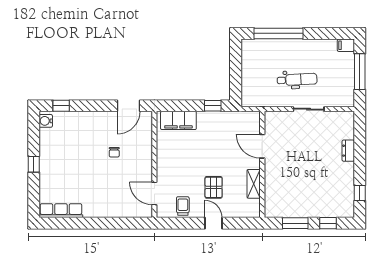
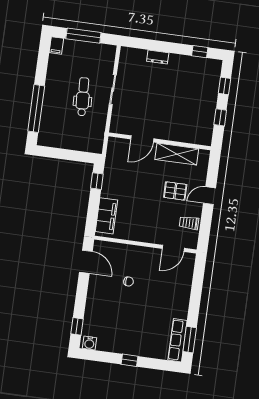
shelving: (254, 184) -> (177, 154), width x1.50, depth x1.33
window: (63, 223) -> (190, 340), added
window: (295, 223) -> (220, 117), width x0.67

